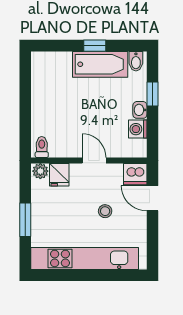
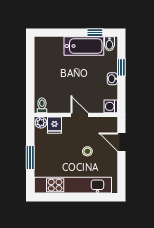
window: (95, 46) -> (95, 33), moved
washing machine: (138, 129) -> (111, 106), moved
dishwasher: (135, 174) -> (109, 125), removed

